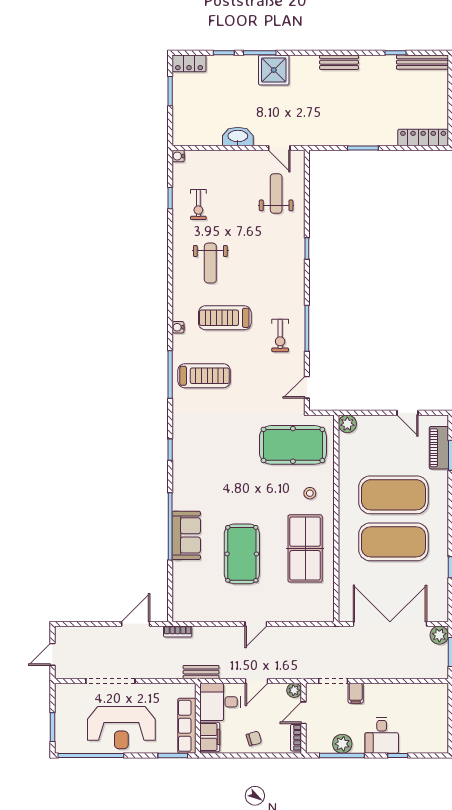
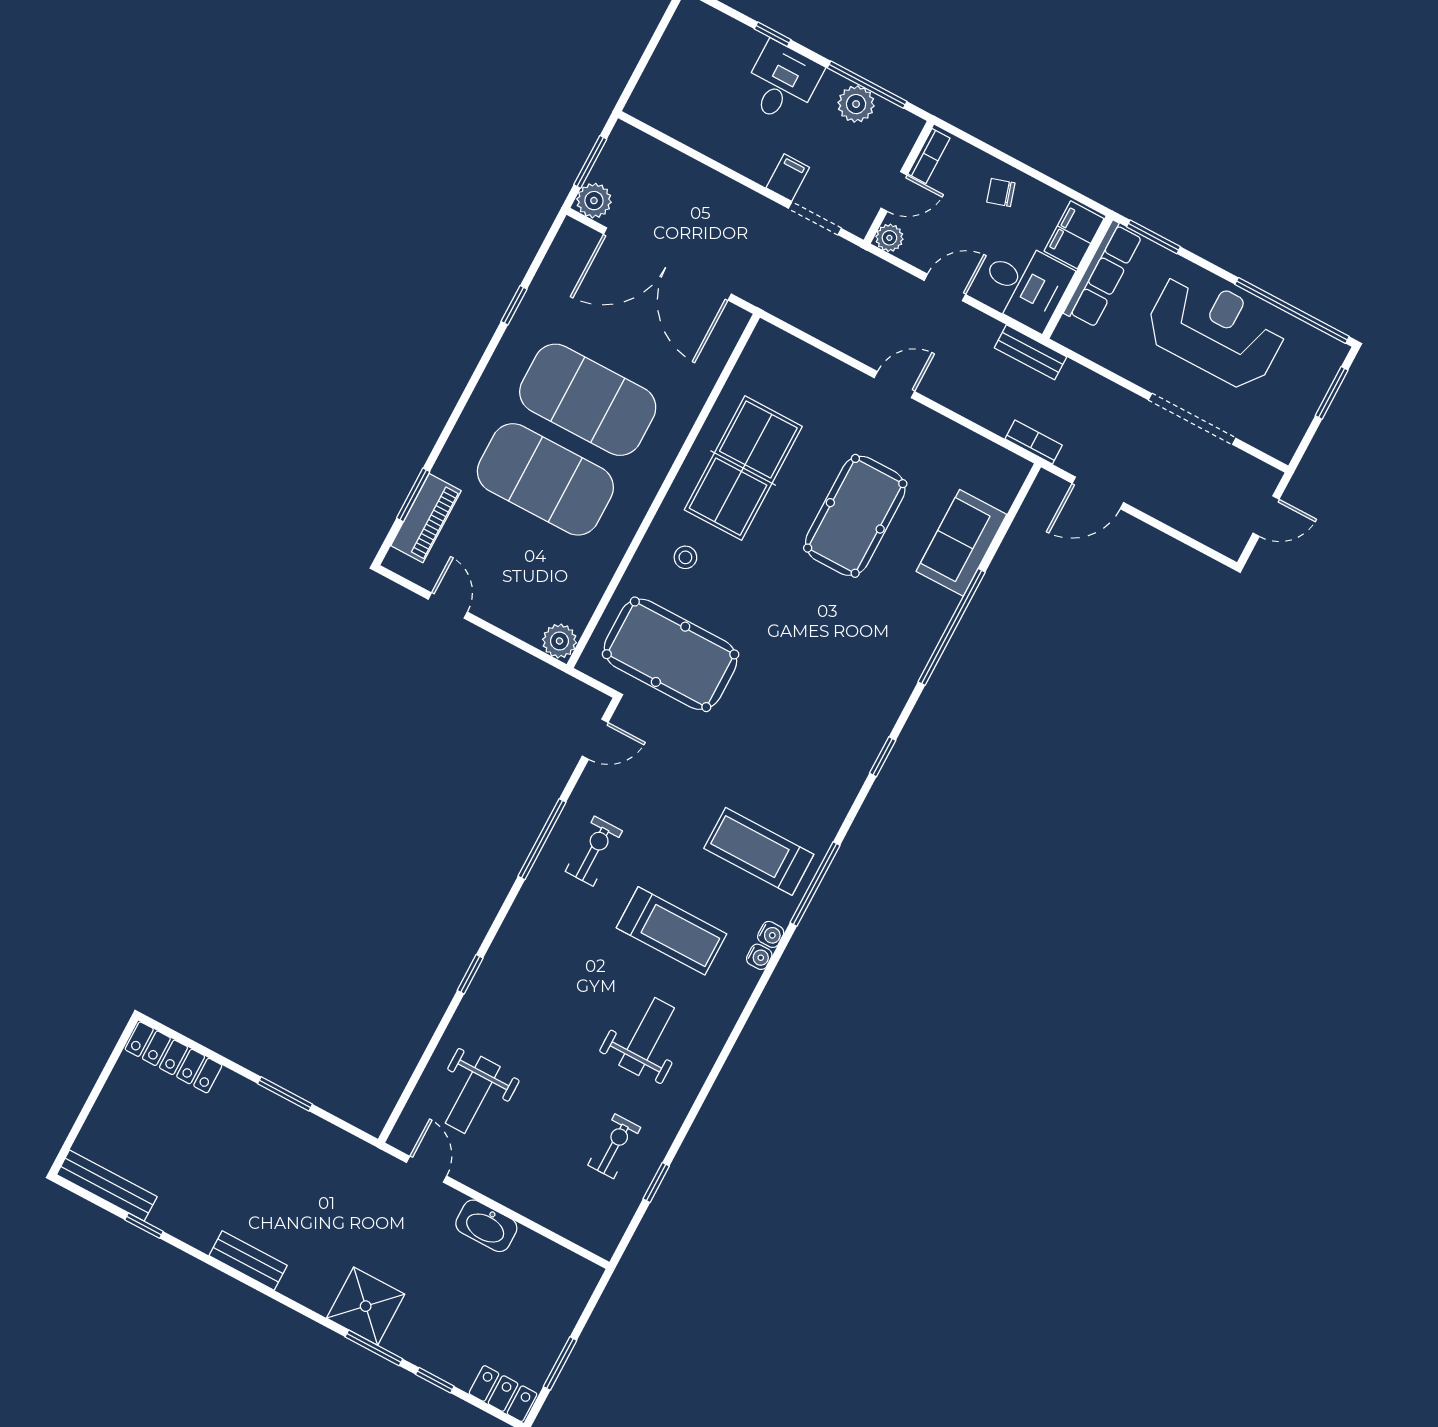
water cooler: (178, 156) -> (771, 934), moved
sofa: (186, 535) -> (961, 543), moved

